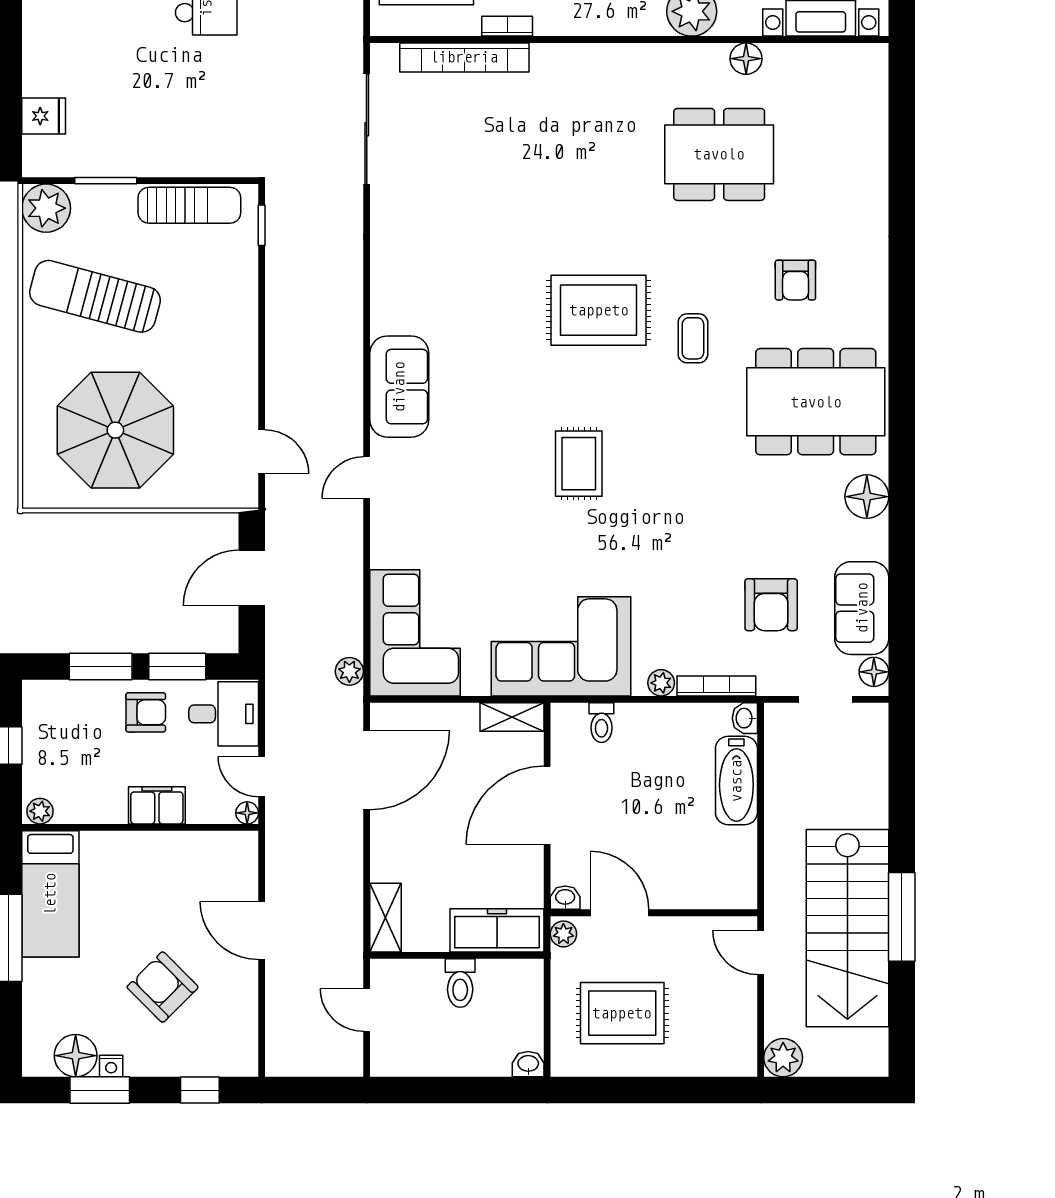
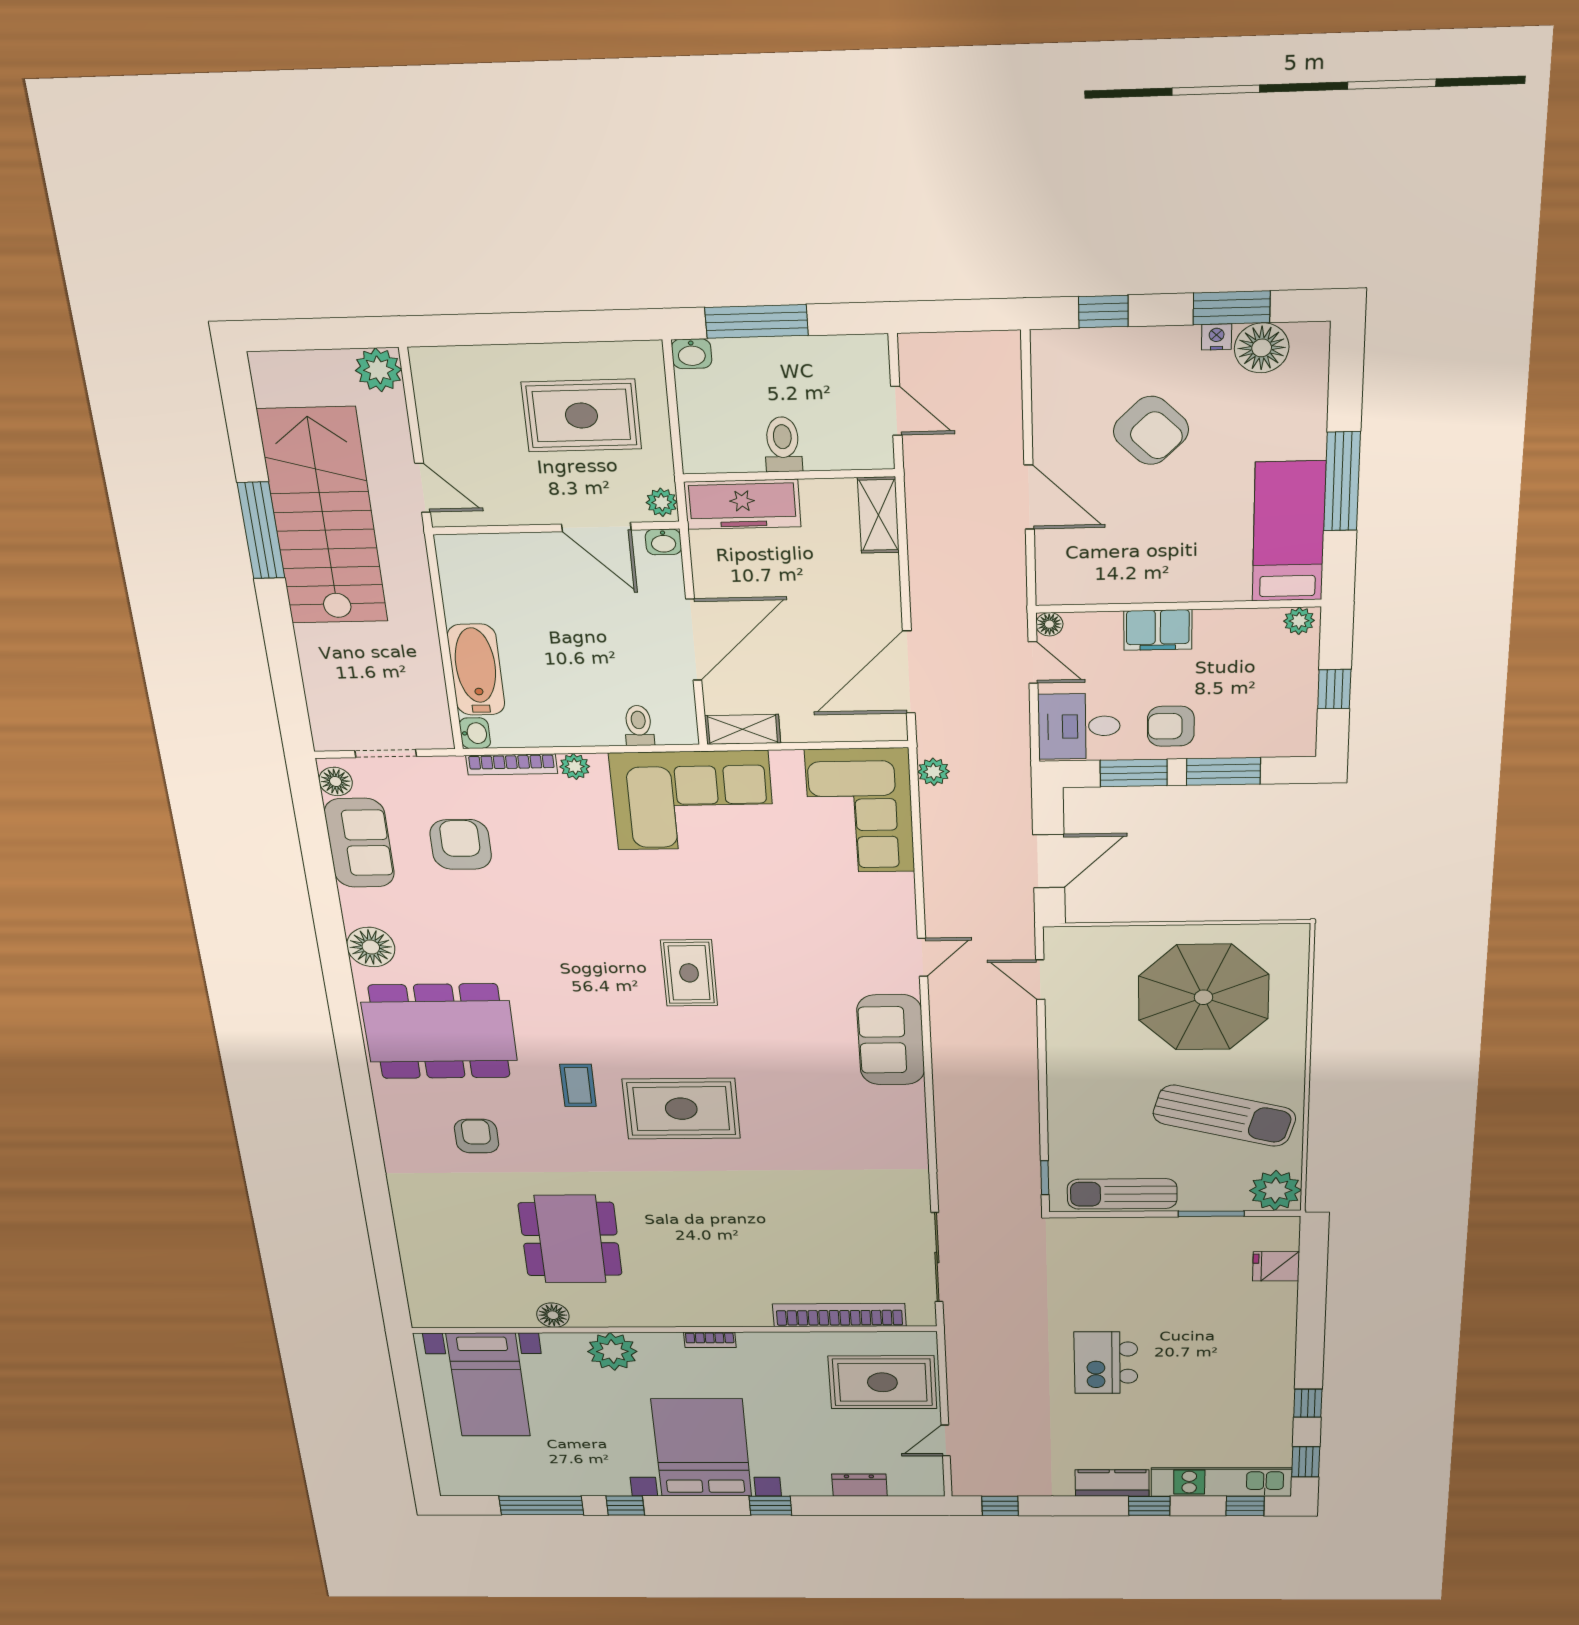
bookcase: (507, 26) -> (710, 1340), moved
dining table: (719, 154) -> (570, 1239), turned 90
window: (474, 1090) -> (757, 321), added

